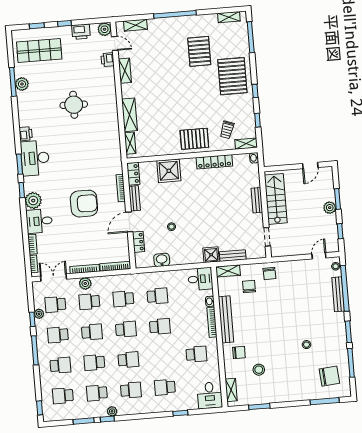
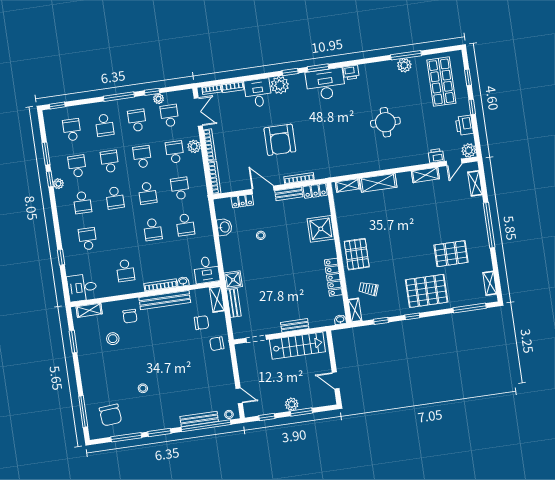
school desk: (92, 332) -> (142, 157), turned 180

